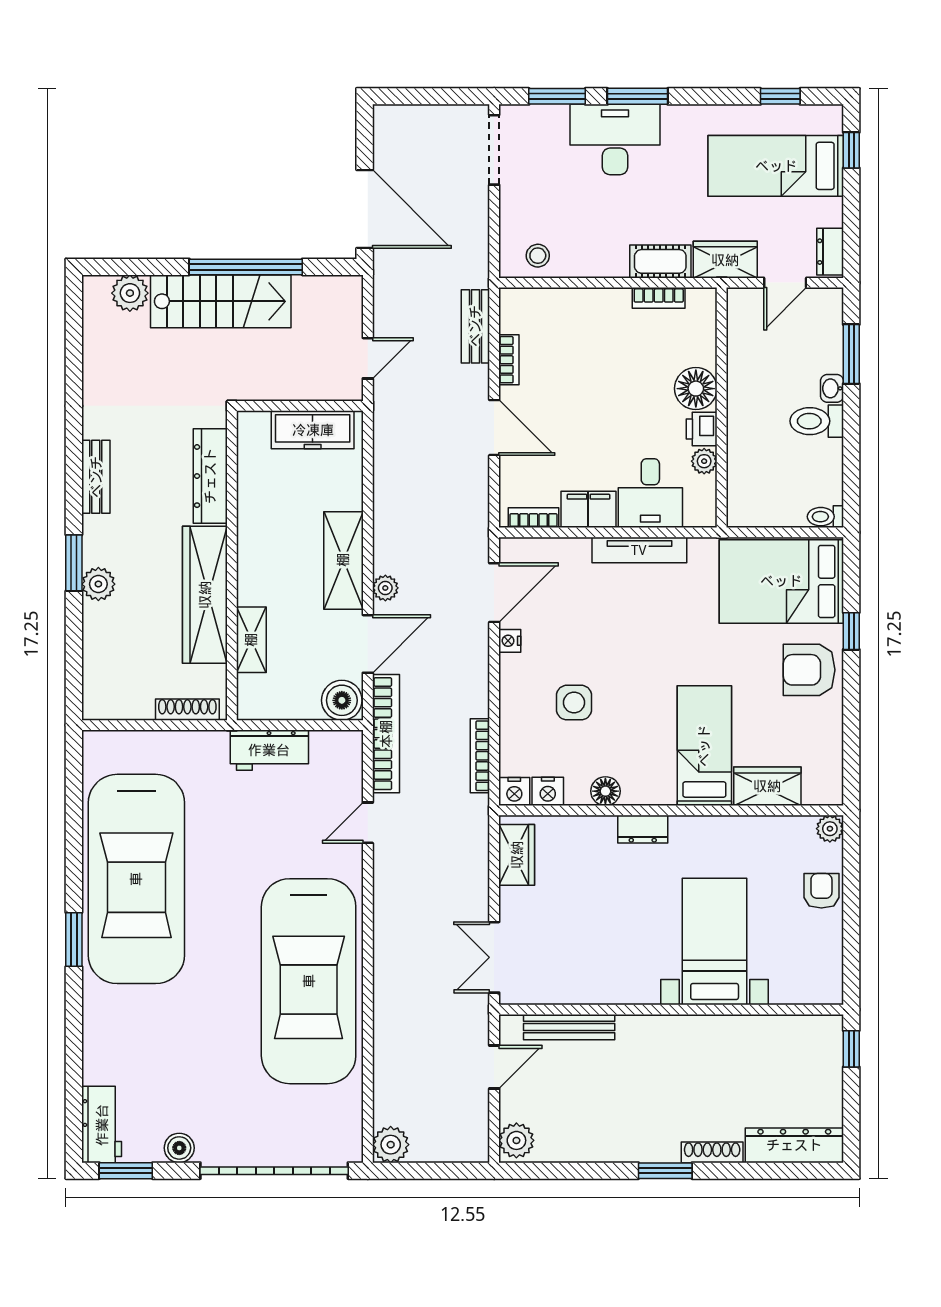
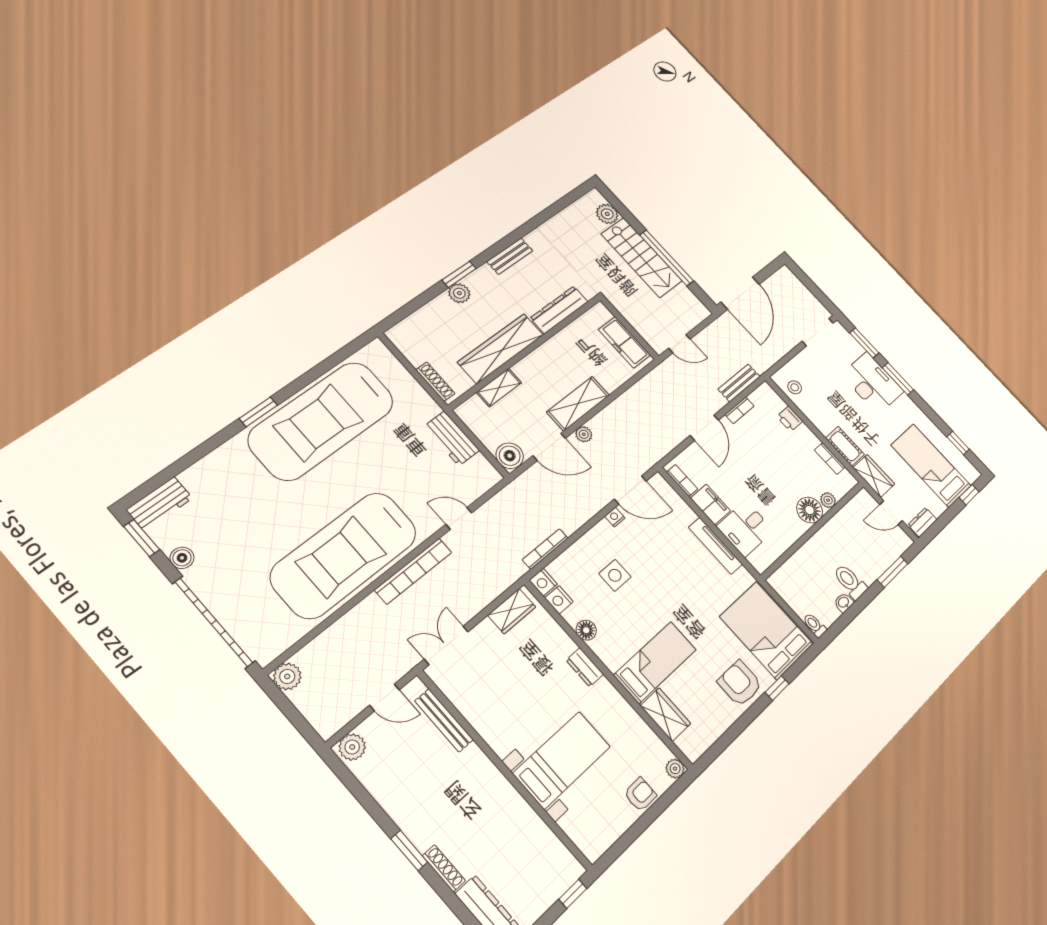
washbasin: (832, 388) -> (844, 602), moved
printer: (702, 429) -> (790, 419), moved, turned -90
plant: (704, 461) -> (828, 500), moved
bookcase: (386, 734) -> (413, 571), moved

